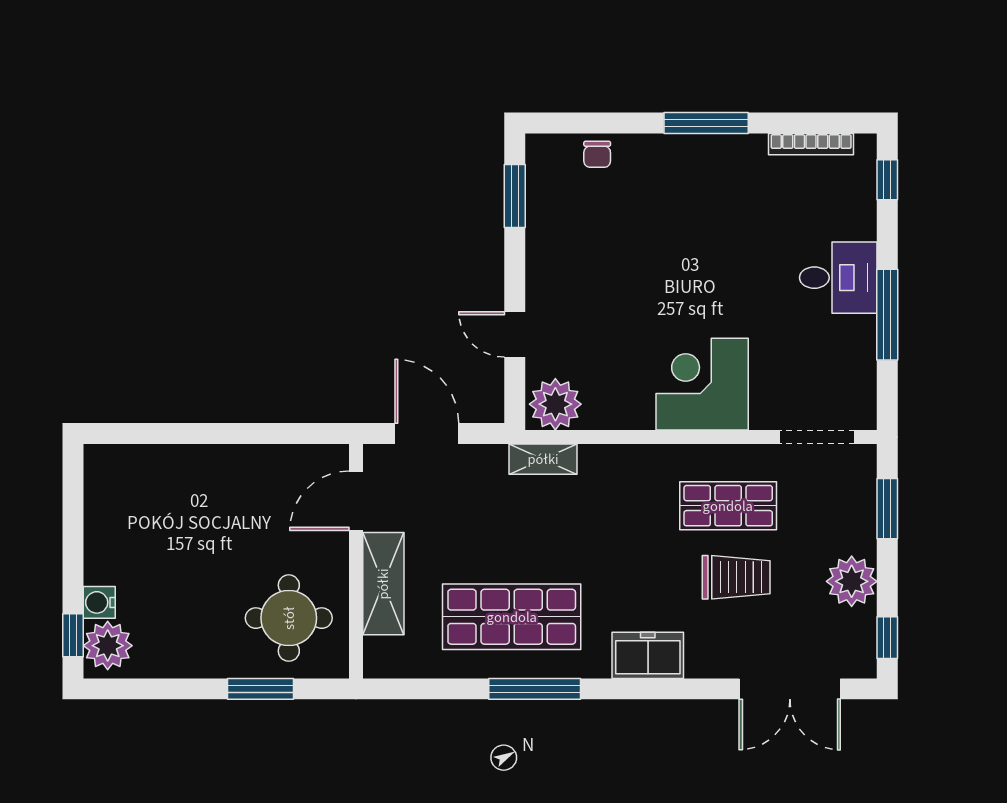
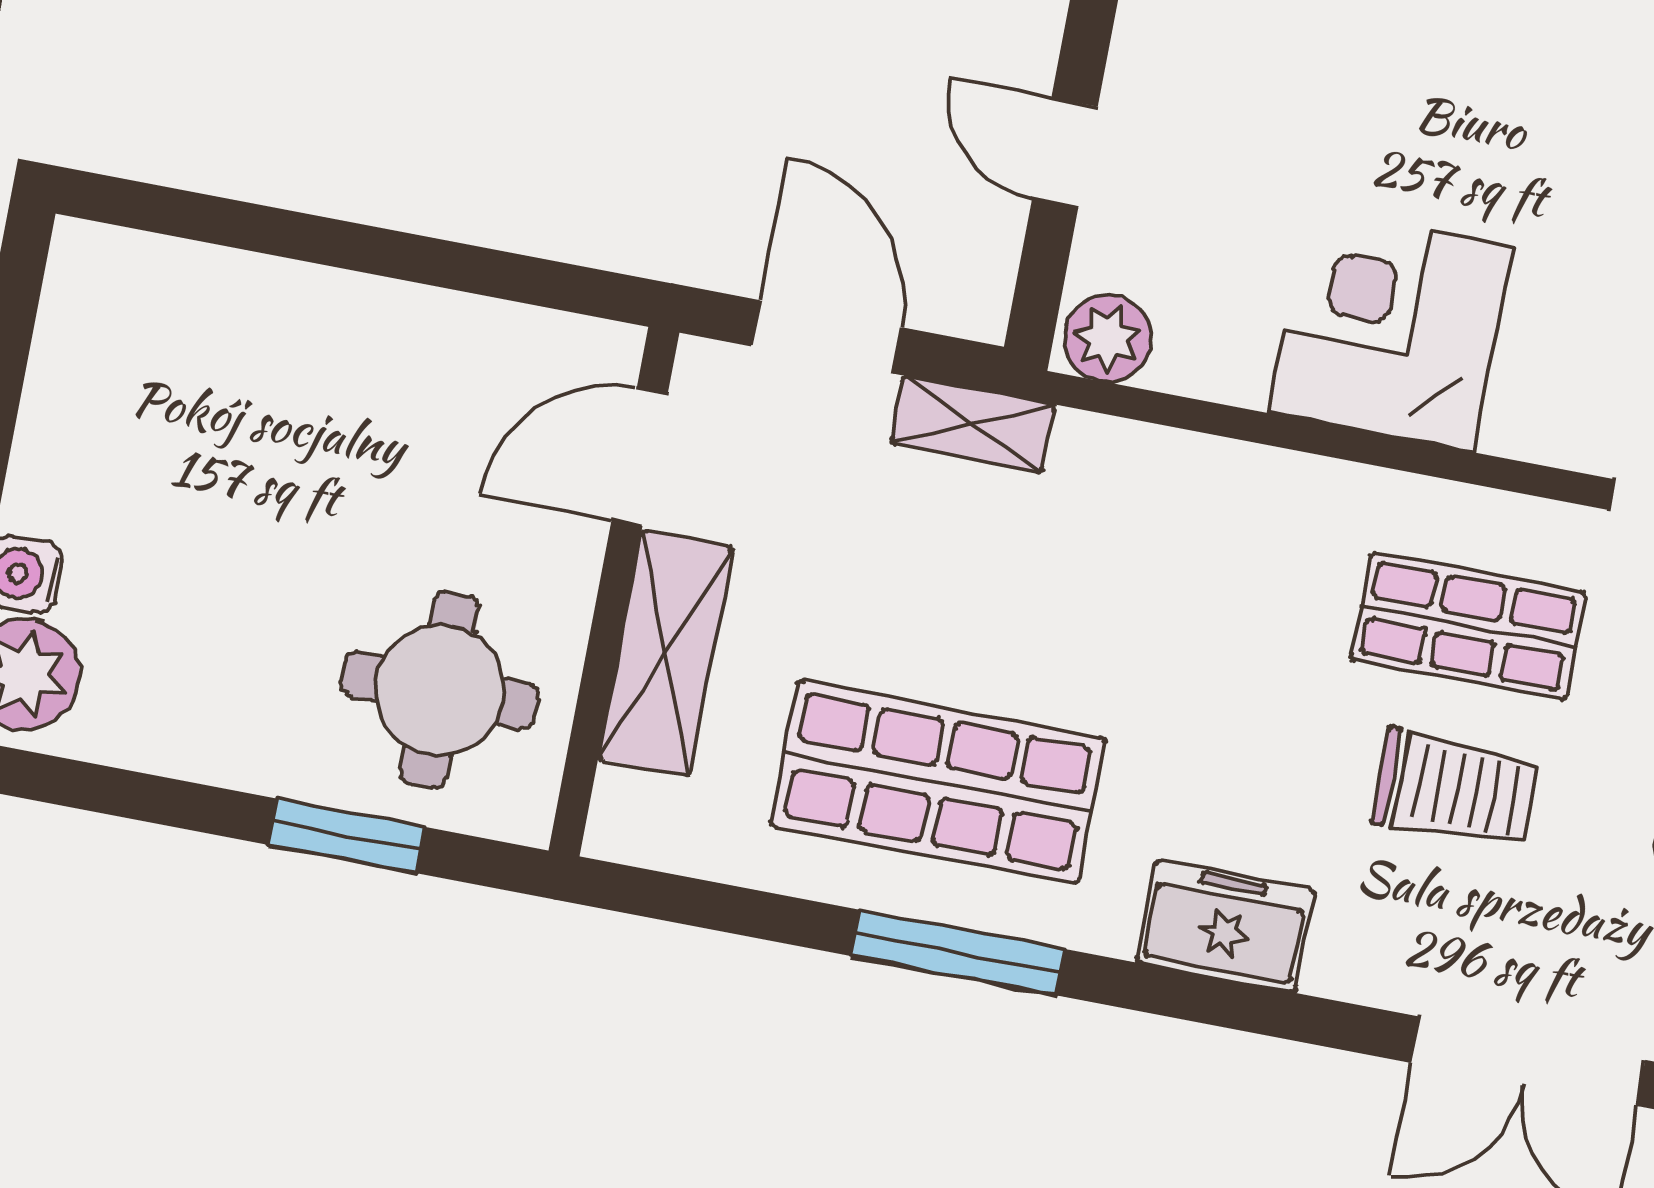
corner desk: (702, 384) -> (1391, 330), moved
plant: (555, 404) -> (1108, 339), width x0.73, depth x0.73
shelving: (543, 459) -> (973, 424), moved

